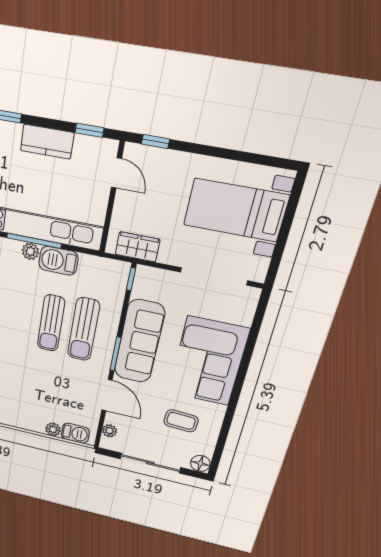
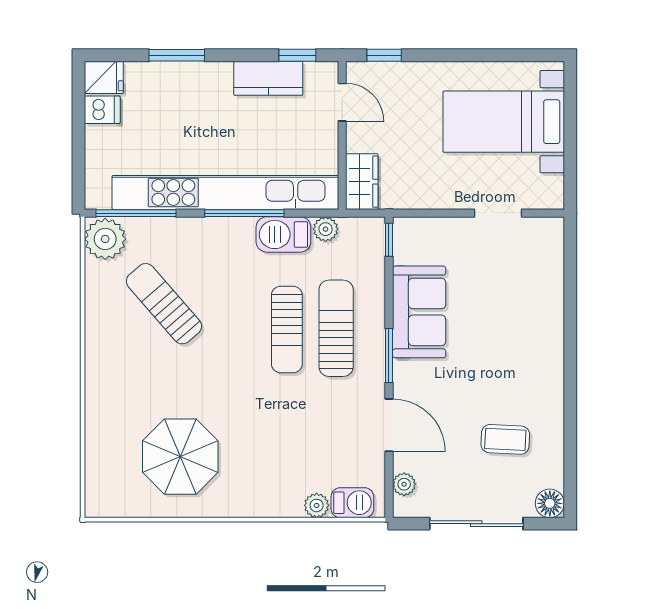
kitchen counter: (47, 142) -> (268, 78), moved
wardrobe: (138, 247) -> (362, 182), moved, turned 90
plant: (30, 251) -> (326, 229), moved
doorway: (214, 276) -> (498, 213), width x0.53
sun lounger: (84, 329) -> (336, 328), turned 180
sofa: (139, 341) -> (419, 312), width x0.73
corner sofa: (208, 361) -> (521, 336), removed

